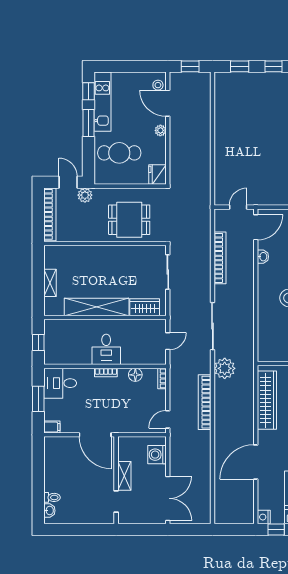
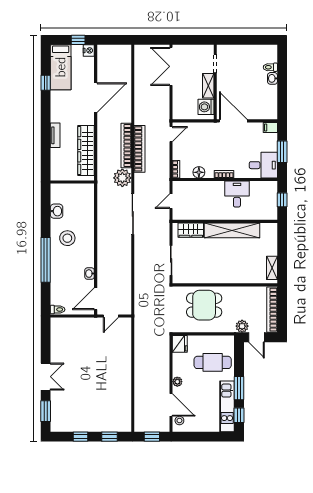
bookcase: (220, 258) -> (126, 146), moved
shelving: (50, 283) -> (272, 268), moved
desk: (106, 349) -> (237, 194), moved
washing machine: (157, 455) -> (206, 107), moved, turned 180
washbasin: (49, 511) -> (272, 78), moved

